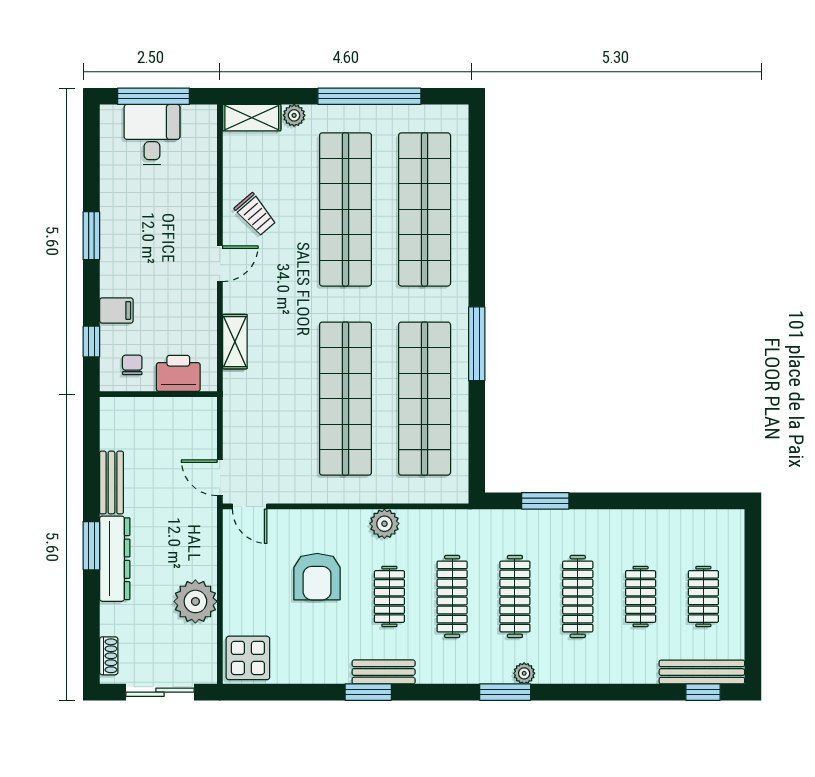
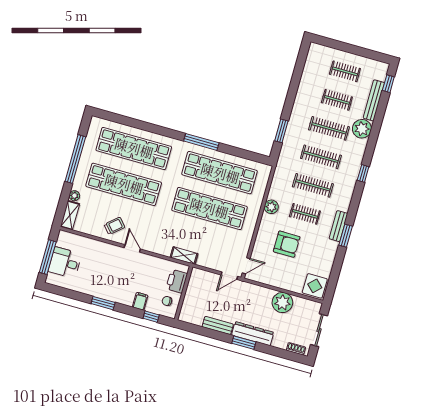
shelving: (235, 342) -> (184, 256), moved
bench: (702, 672) -> (374, 100), moved
plant: (524, 673) -> (362, 129), moved, width x1.87, depth x1.87
window: (505, 692) -> (363, 173), width x0.67

